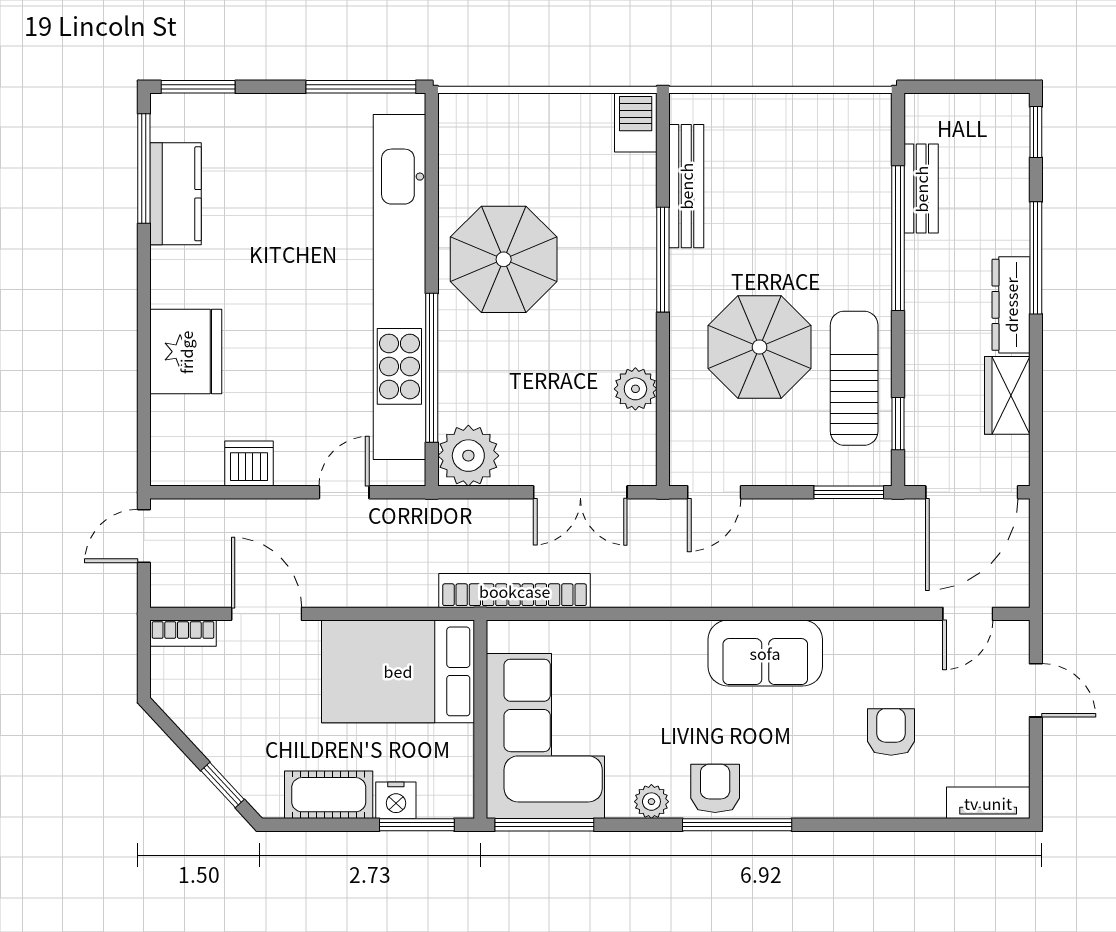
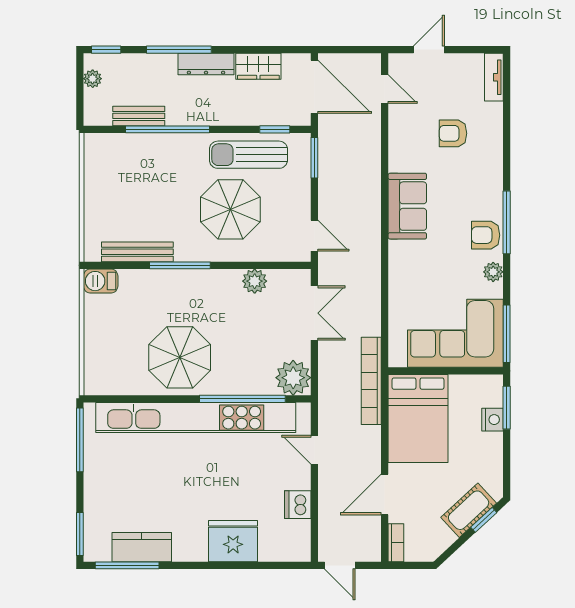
plant: (986, 109) -> (93, 79), added
bookcase: (515, 591) -> (371, 381), moved
cot: (329, 795) -> (469, 510), moved, turned 47

